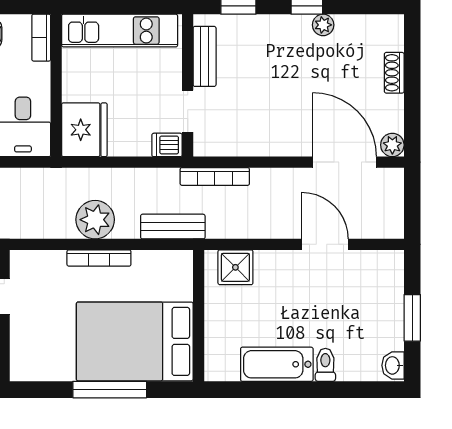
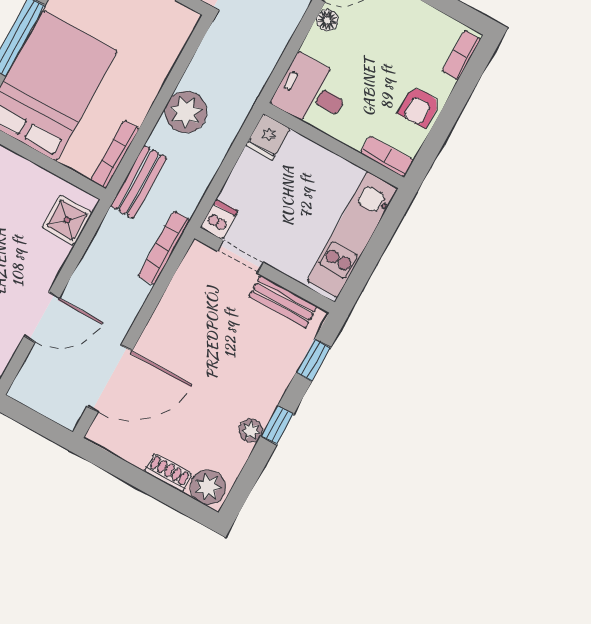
fridge: (84, 130) -> (268, 137), width x0.53, depth x0.75
plant: (392, 145) -> (208, 487), moved, width x1.38, depth x1.38
bookcase: (99, 258) -> (115, 154), moved

